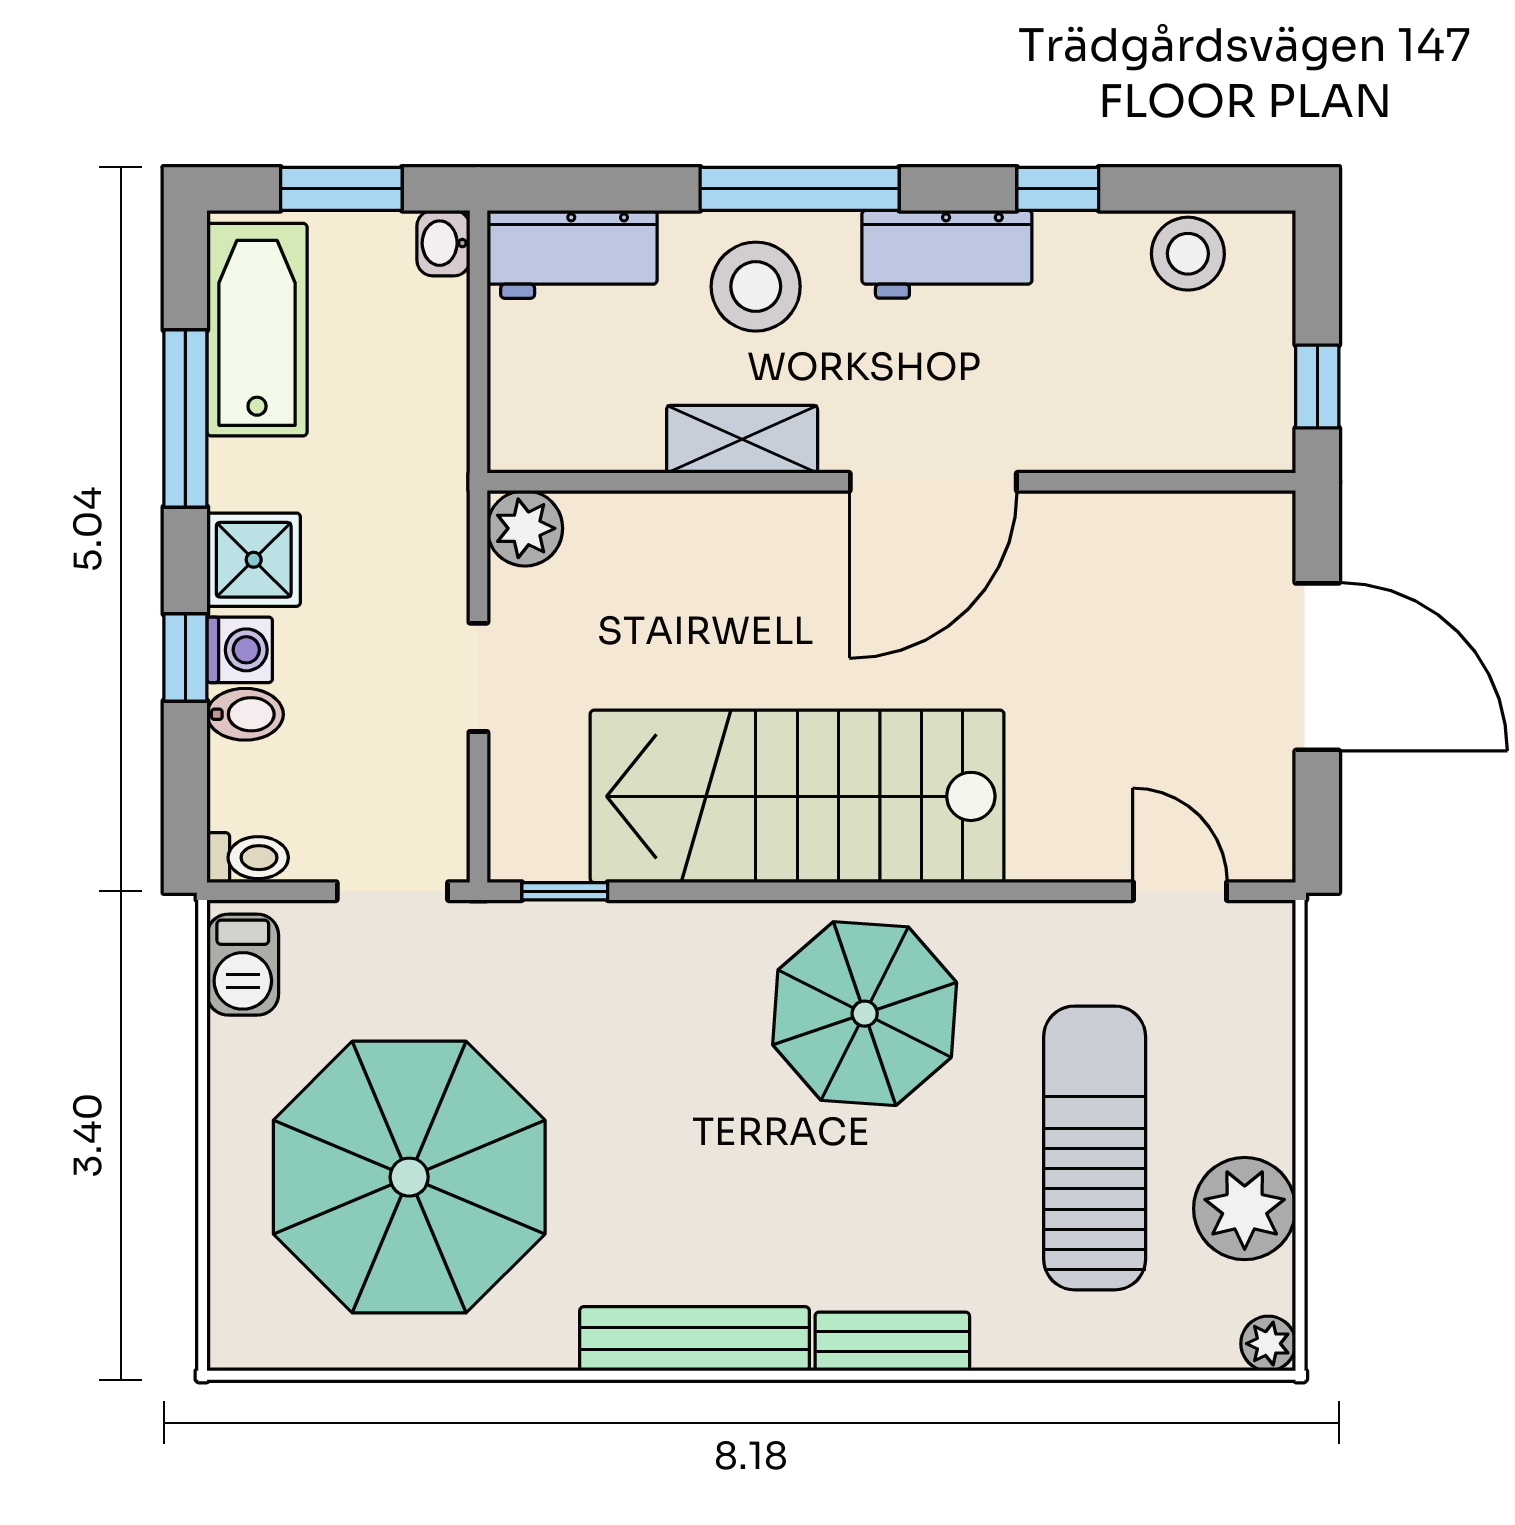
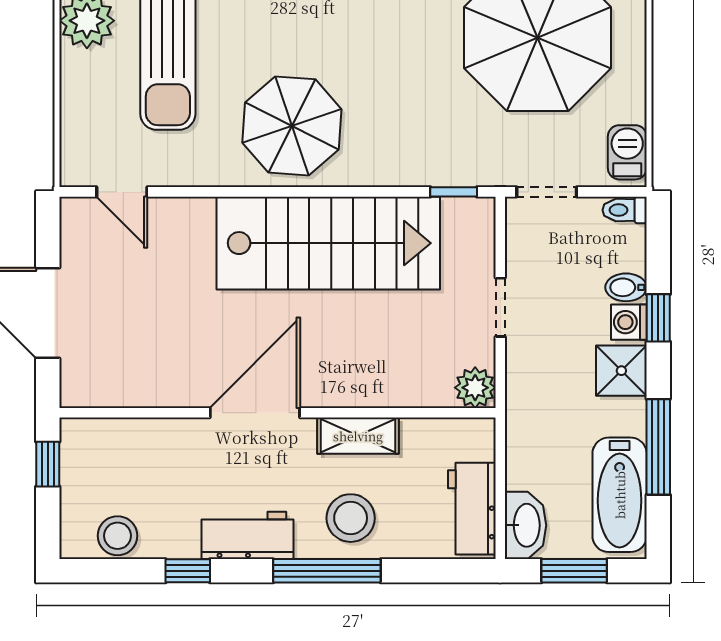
washbasin: (443, 243) -> (525, 525), width x1.91, depth x1.45
workbench: (572, 254) -> (472, 509), moved, turned -90

